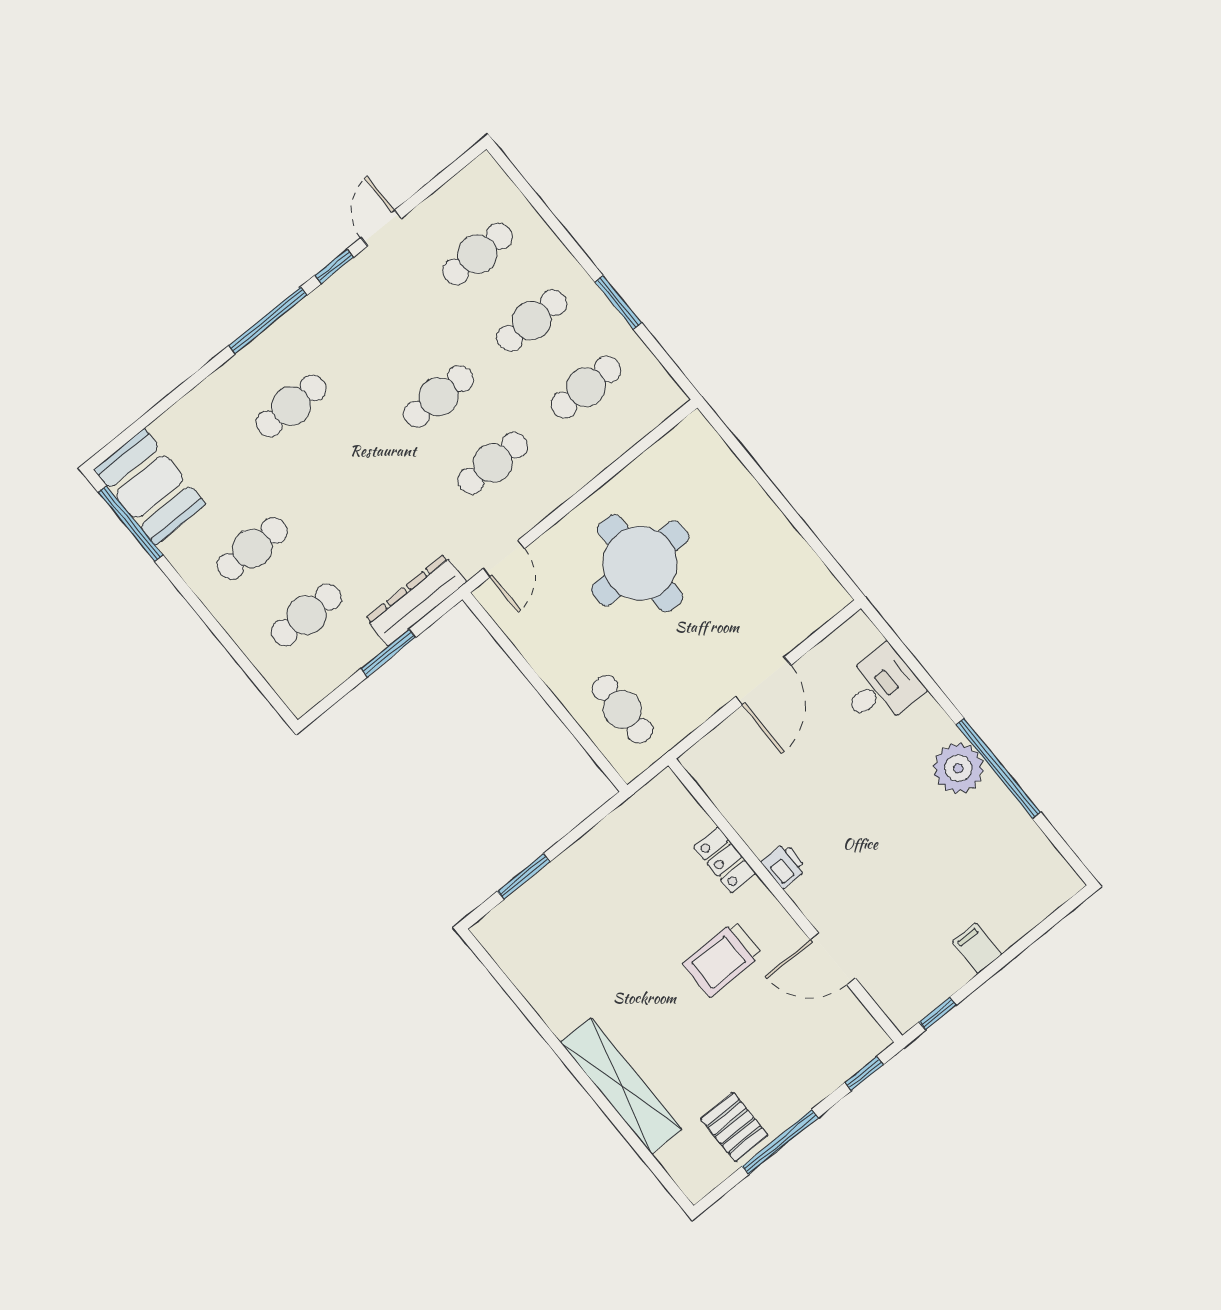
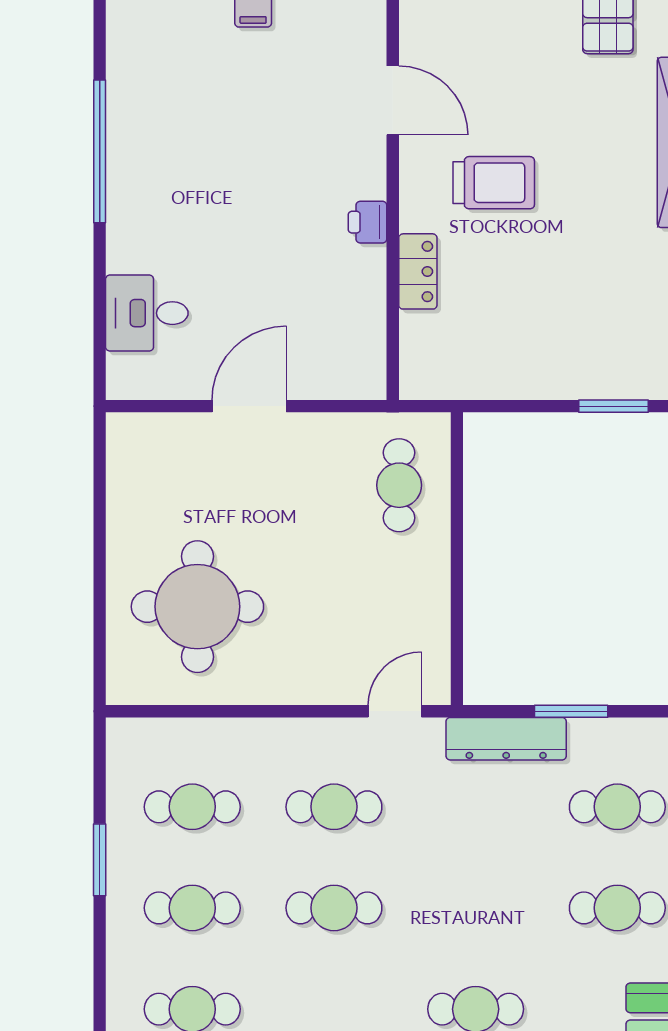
round table: (640, 563) -> (197, 607), moved
plant: (958, 768) -> (136, 181), removed

